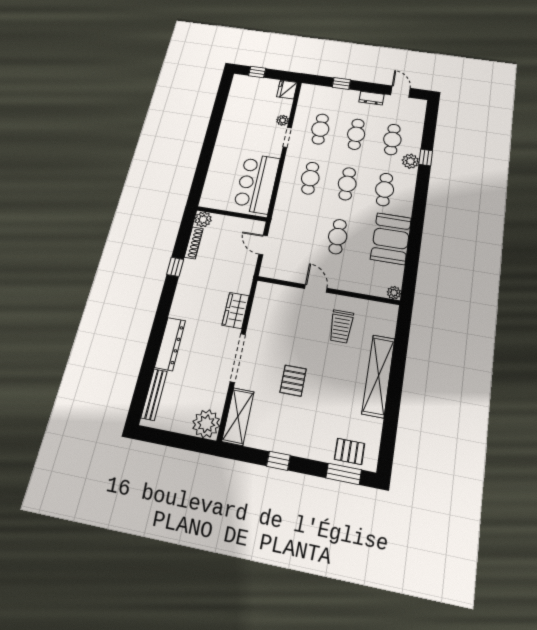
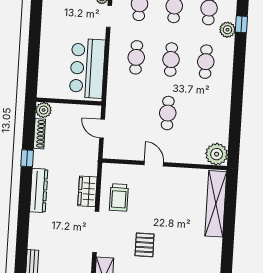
booth: (391, 238) -> (215, 110), removed
plant: (394, 293) -> (217, 154), width x1.87, depth x1.87
trolley: (341, 326) -> (119, 197), moved
dresser: (170, 344) -> (39, 190), moved
shelving: (378, 376) -> (216, 204), moved

